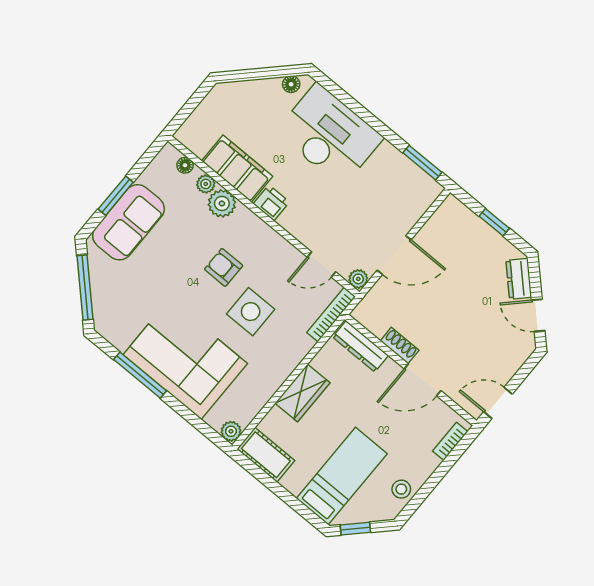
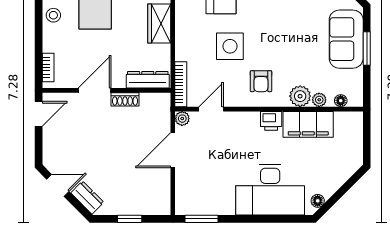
armchair: (224, 267) -> (261, 81), moved, turned 90

